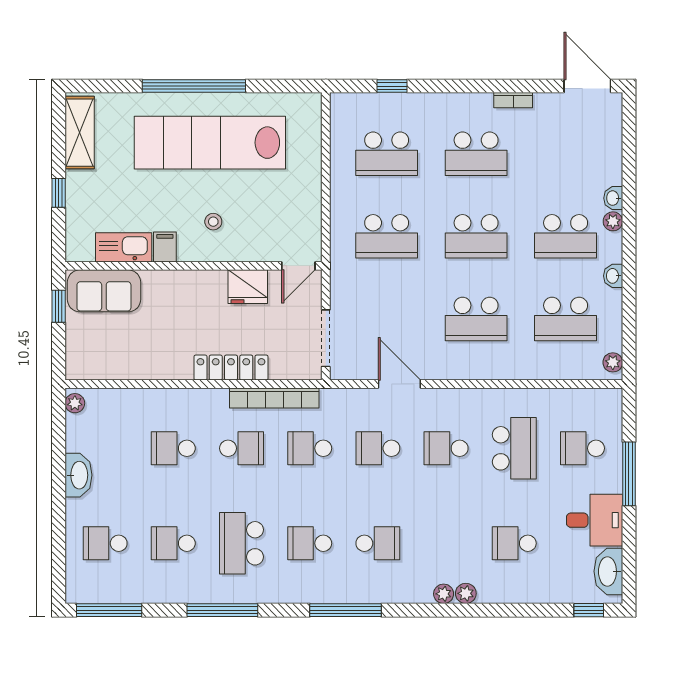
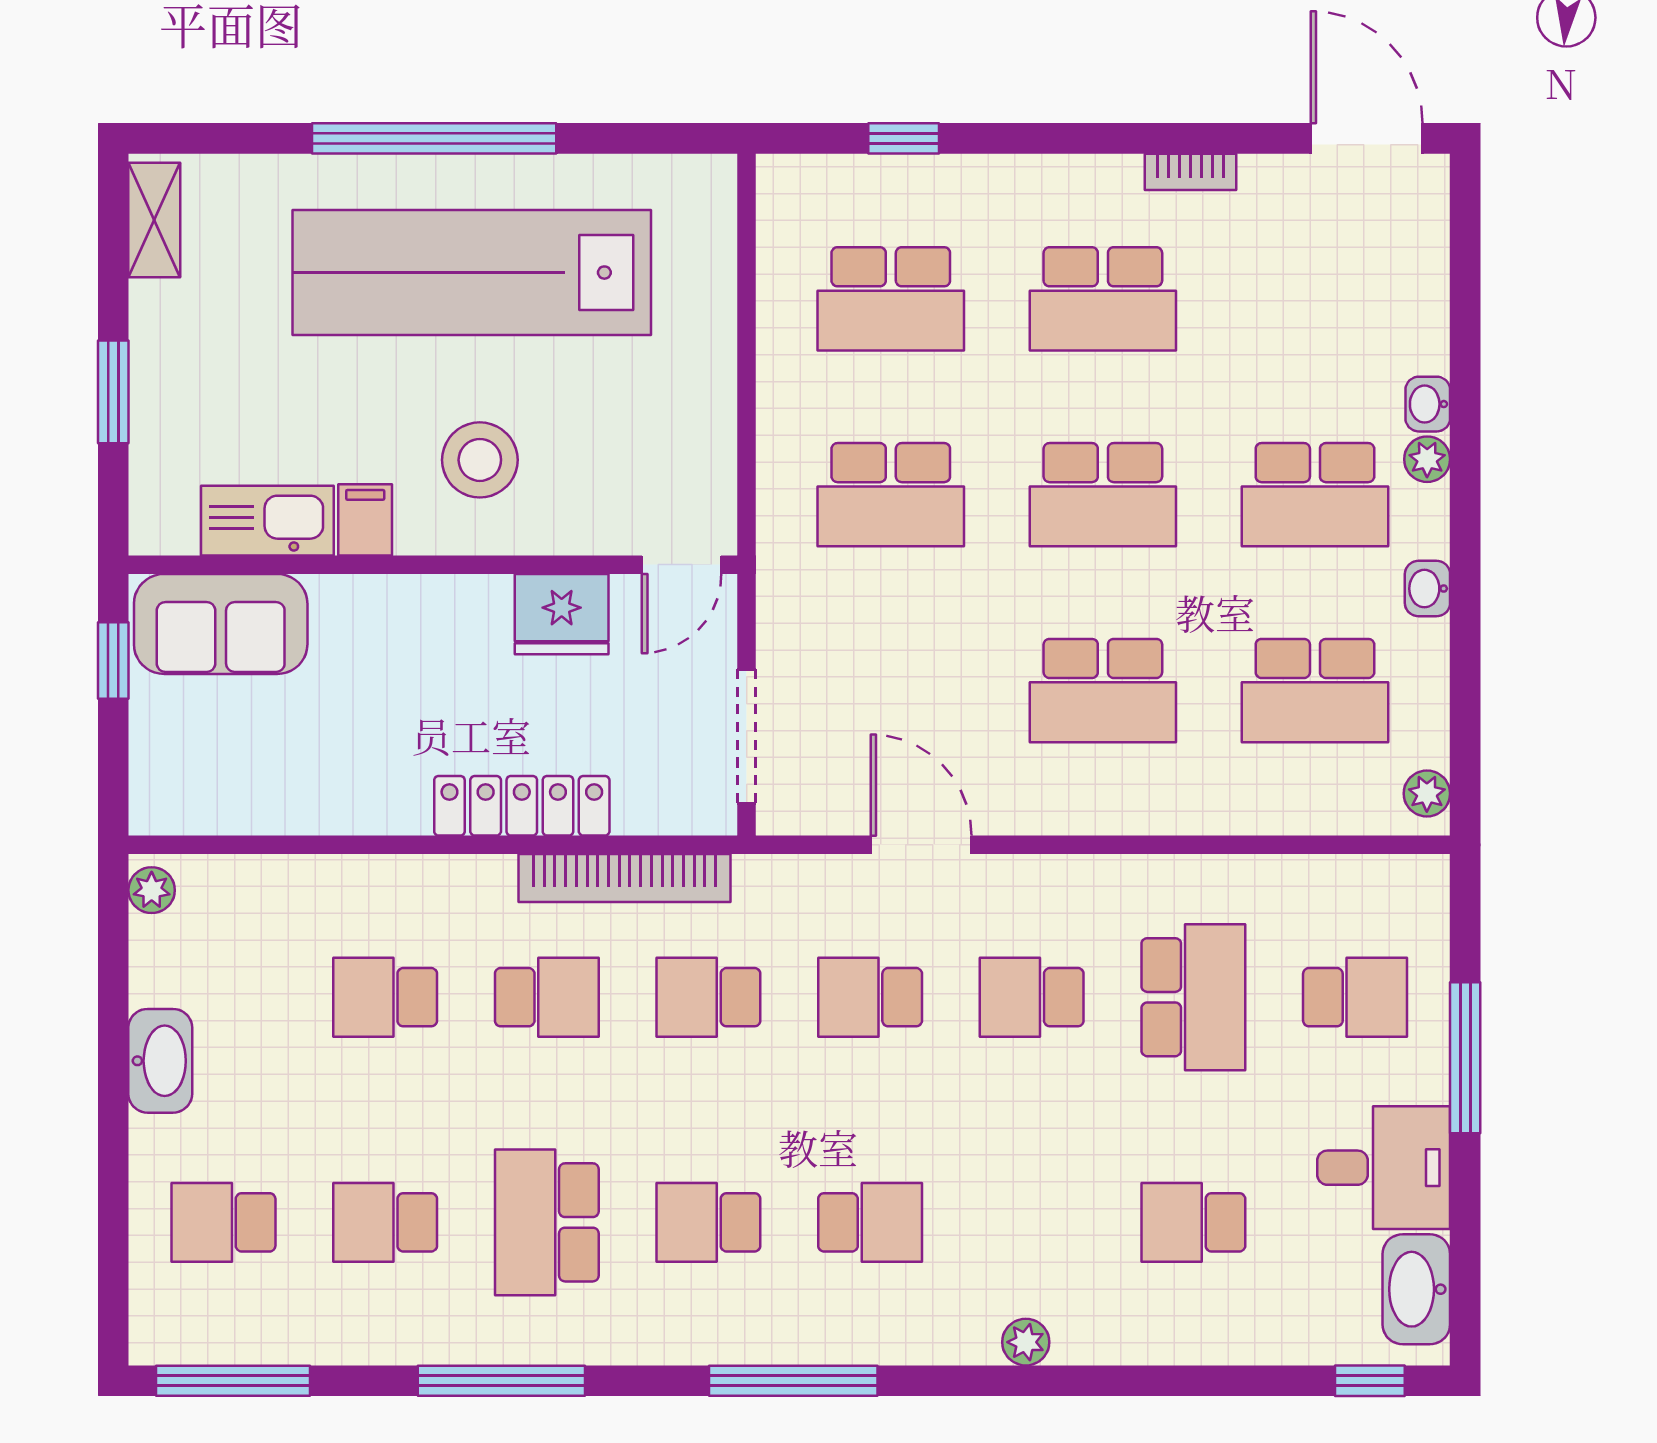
shelving: (80, 133) -> (154, 220), width x0.67, depth x0.75
window: (59, 193) -> (113, 392), width x1.50
stool: (213, 222) -> (480, 460), width x1.89, depth x1.89
school desk: (582, 448) -> (1355, 997), turned 180
plant: (466, 593) -> (1078, 1341), removed

